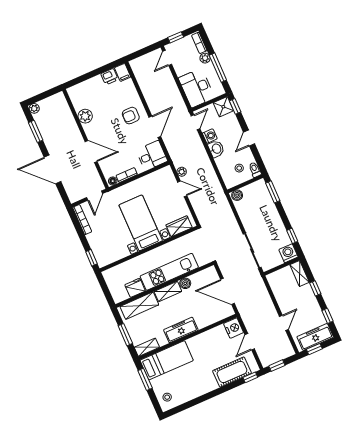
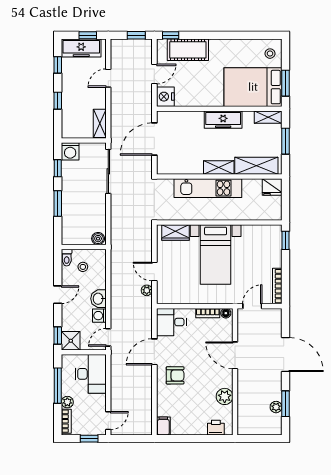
printer: (110, 77) -> (216, 428), moved
plant: (34, 108) -> (276, 407), moved
window: (273, 192) -> (58, 203), moved
shelving: (300, 274) -> (100, 123), moved
boiler: (185, 283) -> (196, 168), removed
fridge: (135, 288) -> (272, 187), moved
door: (227, 291) -> (154, 139), swing flipped
bed: (167, 360) -> (253, 87), width x1.50

